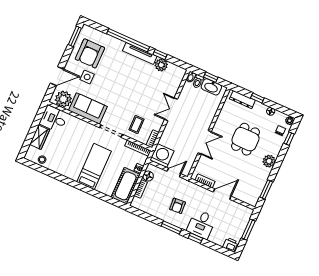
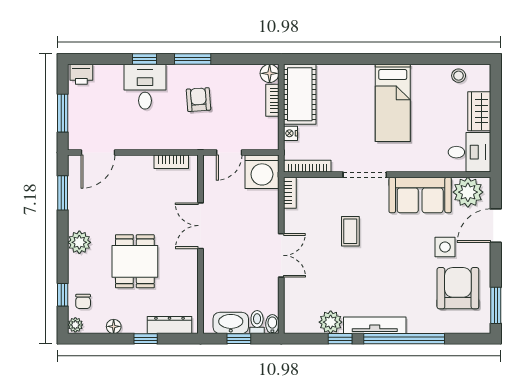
coffee table: (136, 125) -> (350, 231), moved
bed: (94, 167) -> (393, 103), moved
floor lamp: (148, 176) -> (270, 73), moved
door: (222, 194) -> (98, 152), moved

